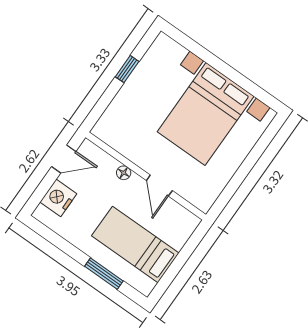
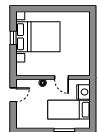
bed with nightstands: (206, 114) -> (38, 37), moved, turned -90
nightstand: (58, 198) -> (83, 92), moved, turned 180

